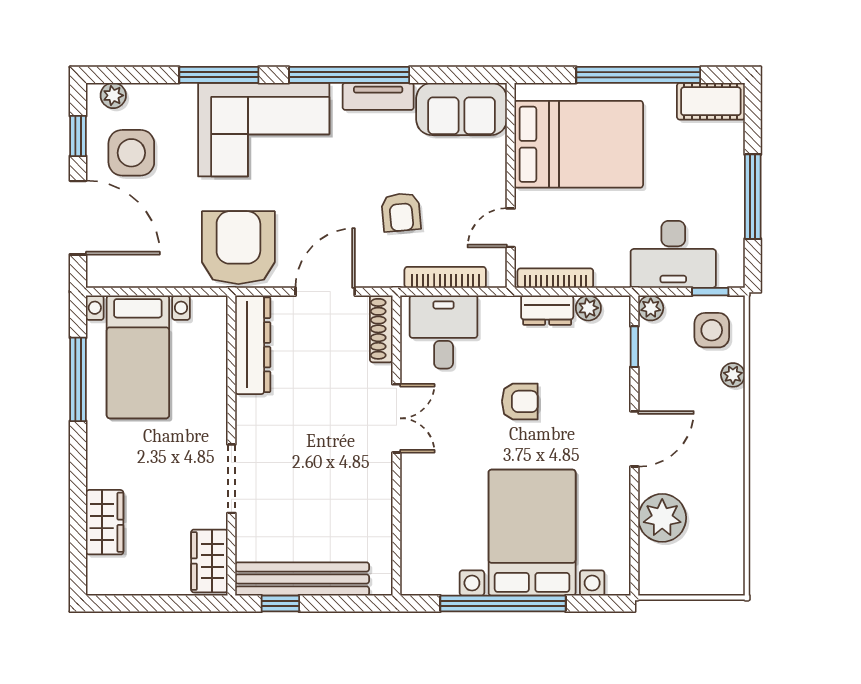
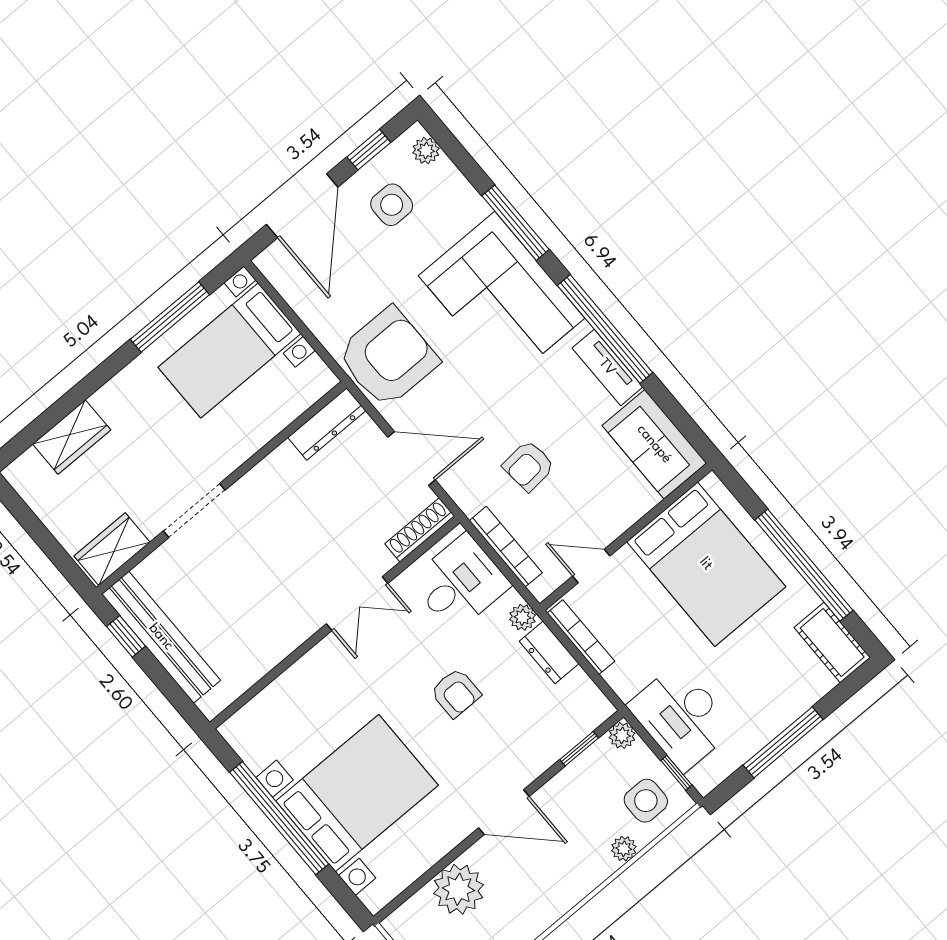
side table: (131, 153) -> (392, 205), width x0.73, depth x0.73
plant: (588, 308) -> (522, 617), moved
dresser: (253, 345) -> (327, 424), width x0.73, depth x0.80

